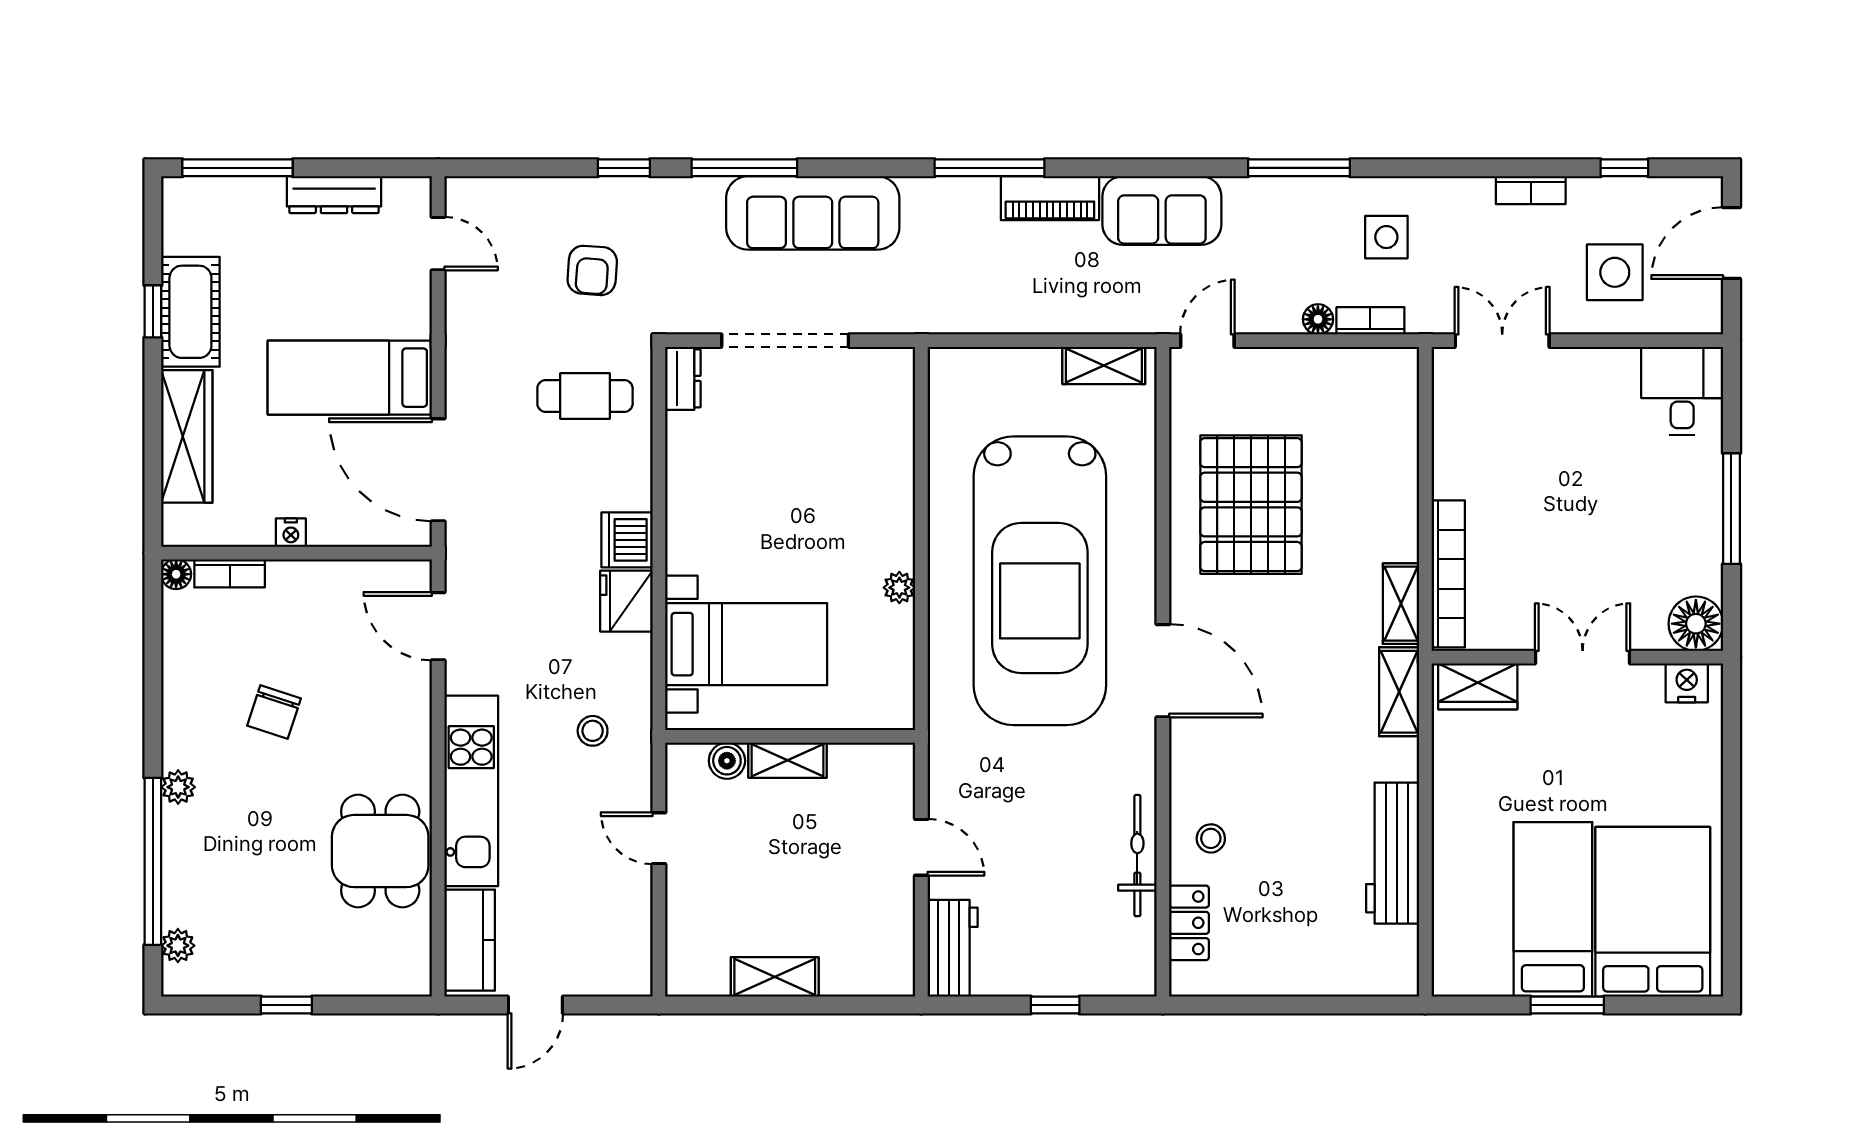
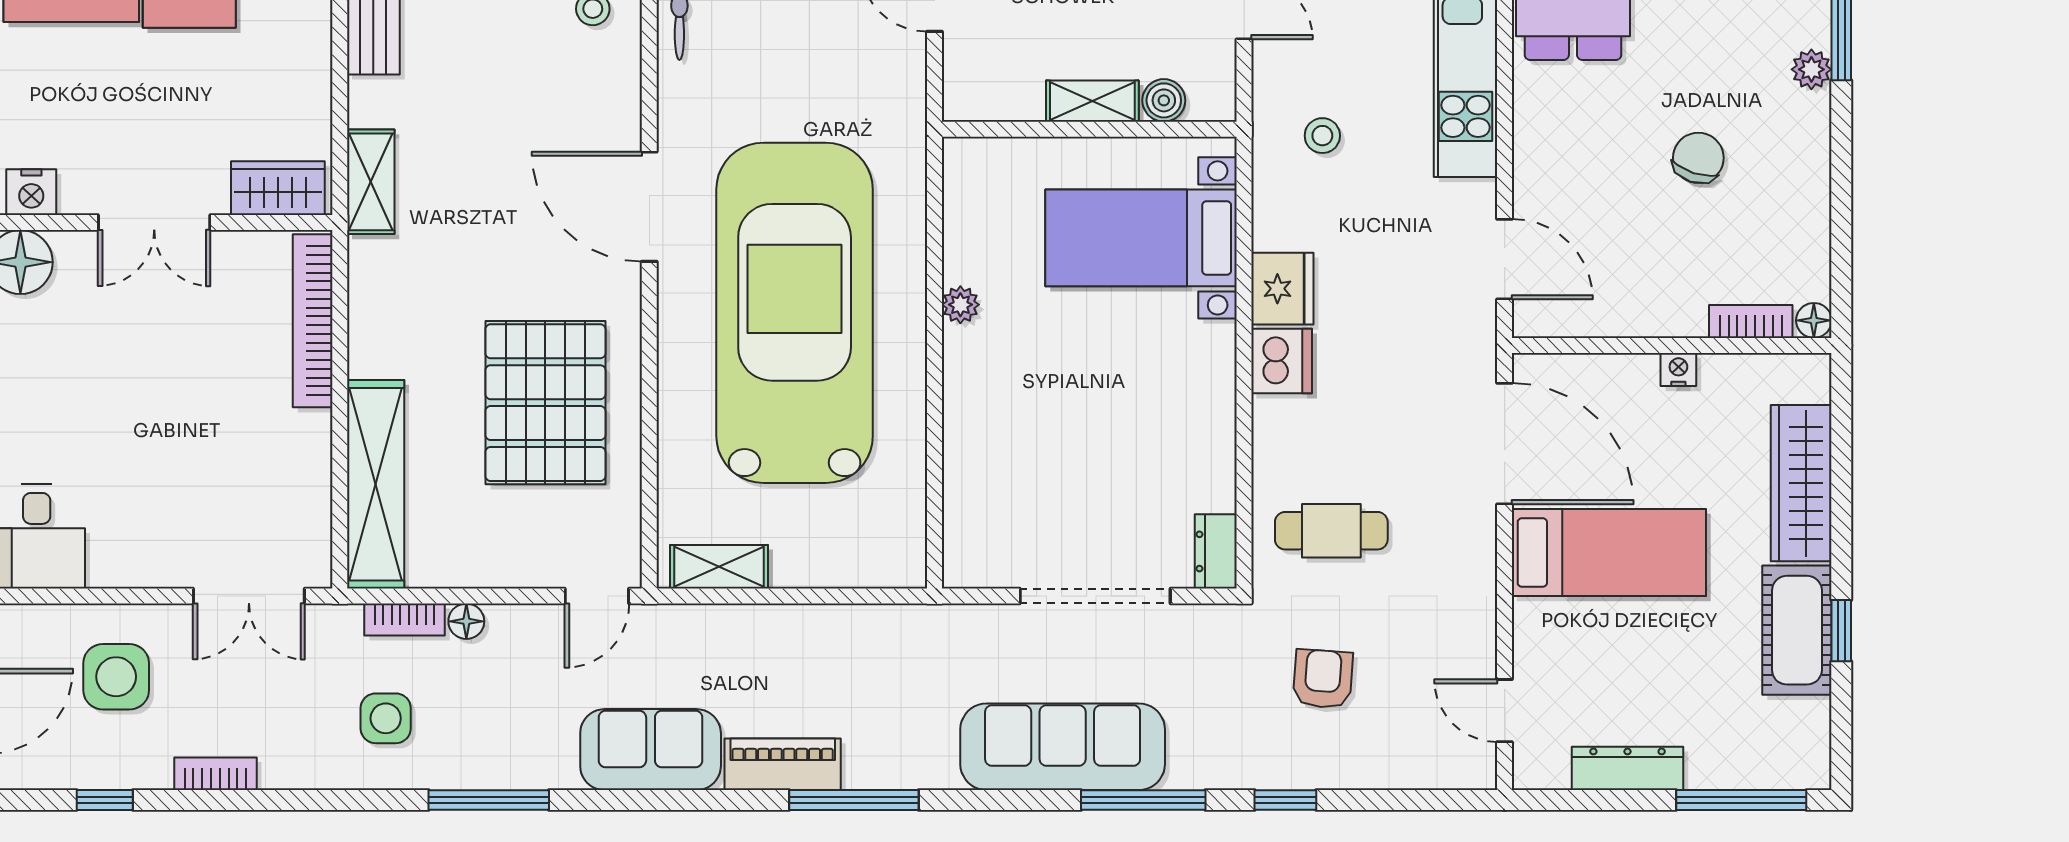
shelving: (1401, 604) -> (376, 484), moved, width x2.20, depth x1.33

